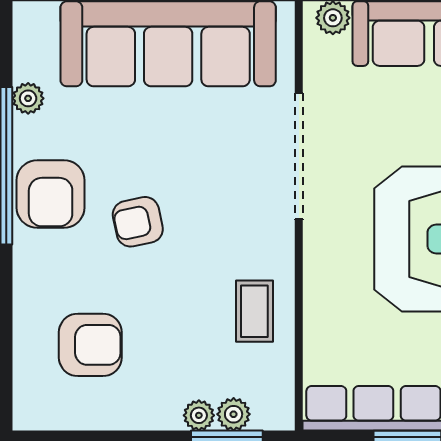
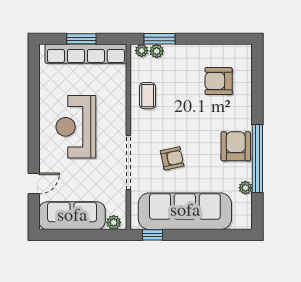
armchair: (138, 222) -> (172, 158), moved
plant: (199, 415) -> (142, 51), moved

